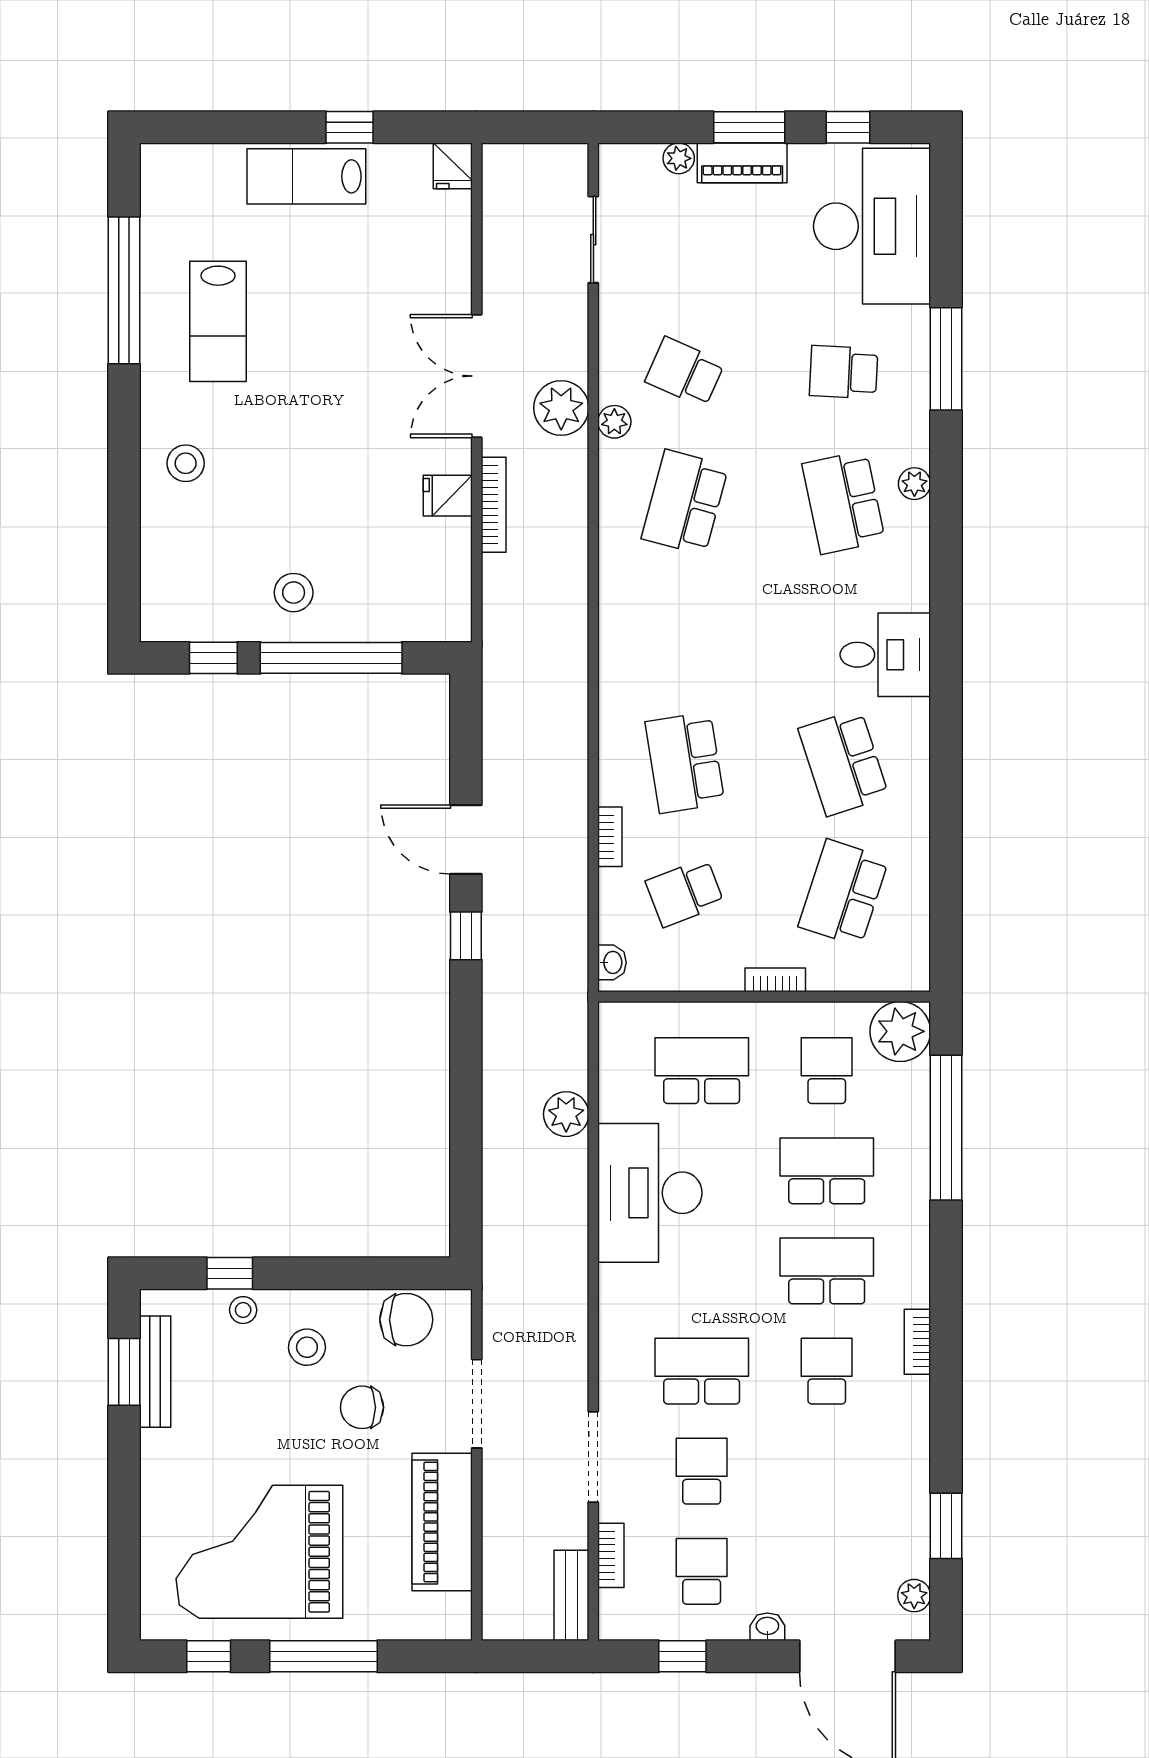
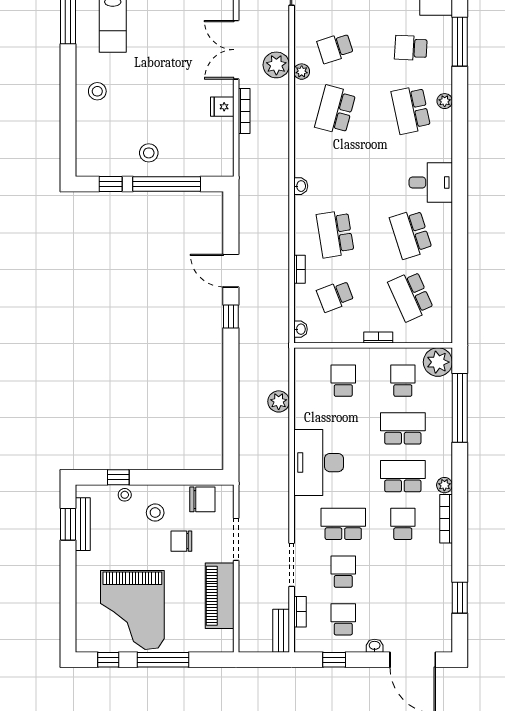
school desk: (685, 372) -> (335, 48), turned -42
washbasin: (612, 662) -> (301, 186), added
school desk: (844, 893) -> (411, 296), turned -42
school desk: (702, 1071) -> (343, 381), width x0.54
desk: (650, 1193) -> (319, 463), moved
bookcase: (917, 1342) -> (446, 519), width x1.56
grand piano: (259, 1552) -> (132, 610), turned -90
plant: (914, 1596) -> (444, 485), moved

